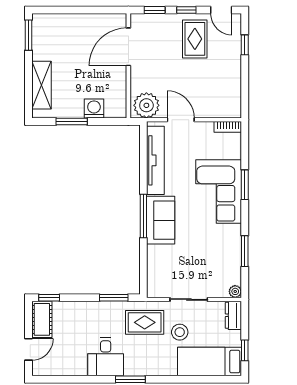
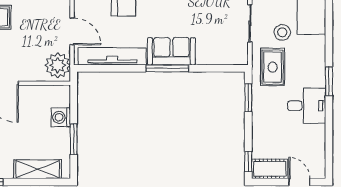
door: (181, 120) -> (72, 31), swing flipped

